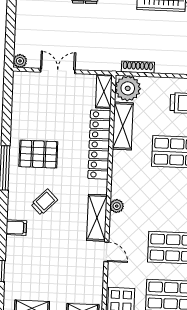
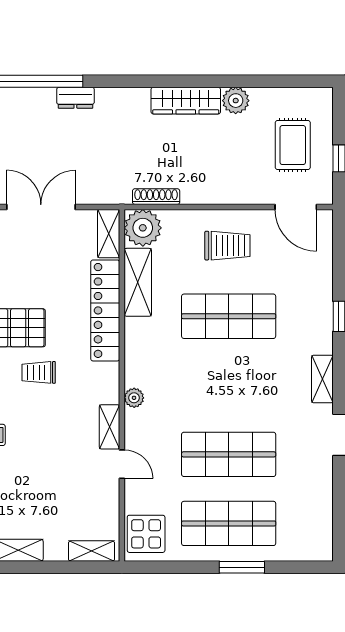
double door: (58, 71) -> (41, 207), width x1.37
trolley: (44, 202) -> (39, 372), moved, turned -135
shelving: (97, 218) -> (109, 427), width x0.67, depth x0.75

